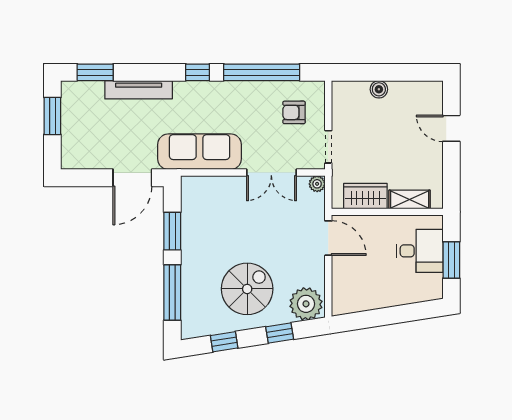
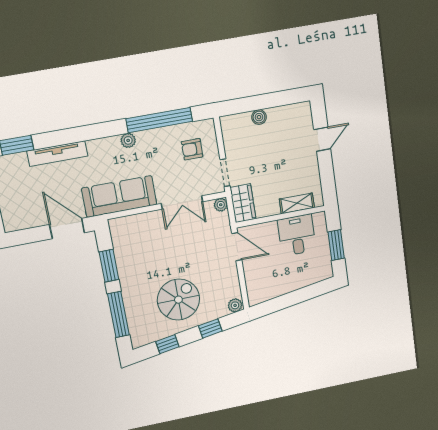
window: (198, 72) -> (105, 130), removed
plant: (222, 89) -> (128, 140), added
door: (451, 128) -> (322, 139), swing flipped
door: (132, 178) -> (67, 229), swing flipped
wardrobe: (365, 196) -> (243, 203), moved, turned 90
desk: (420, 251) -> (297, 235), moved, turned -90
plant: (306, 304) -> (235, 305), width x0.53, depth x0.53

